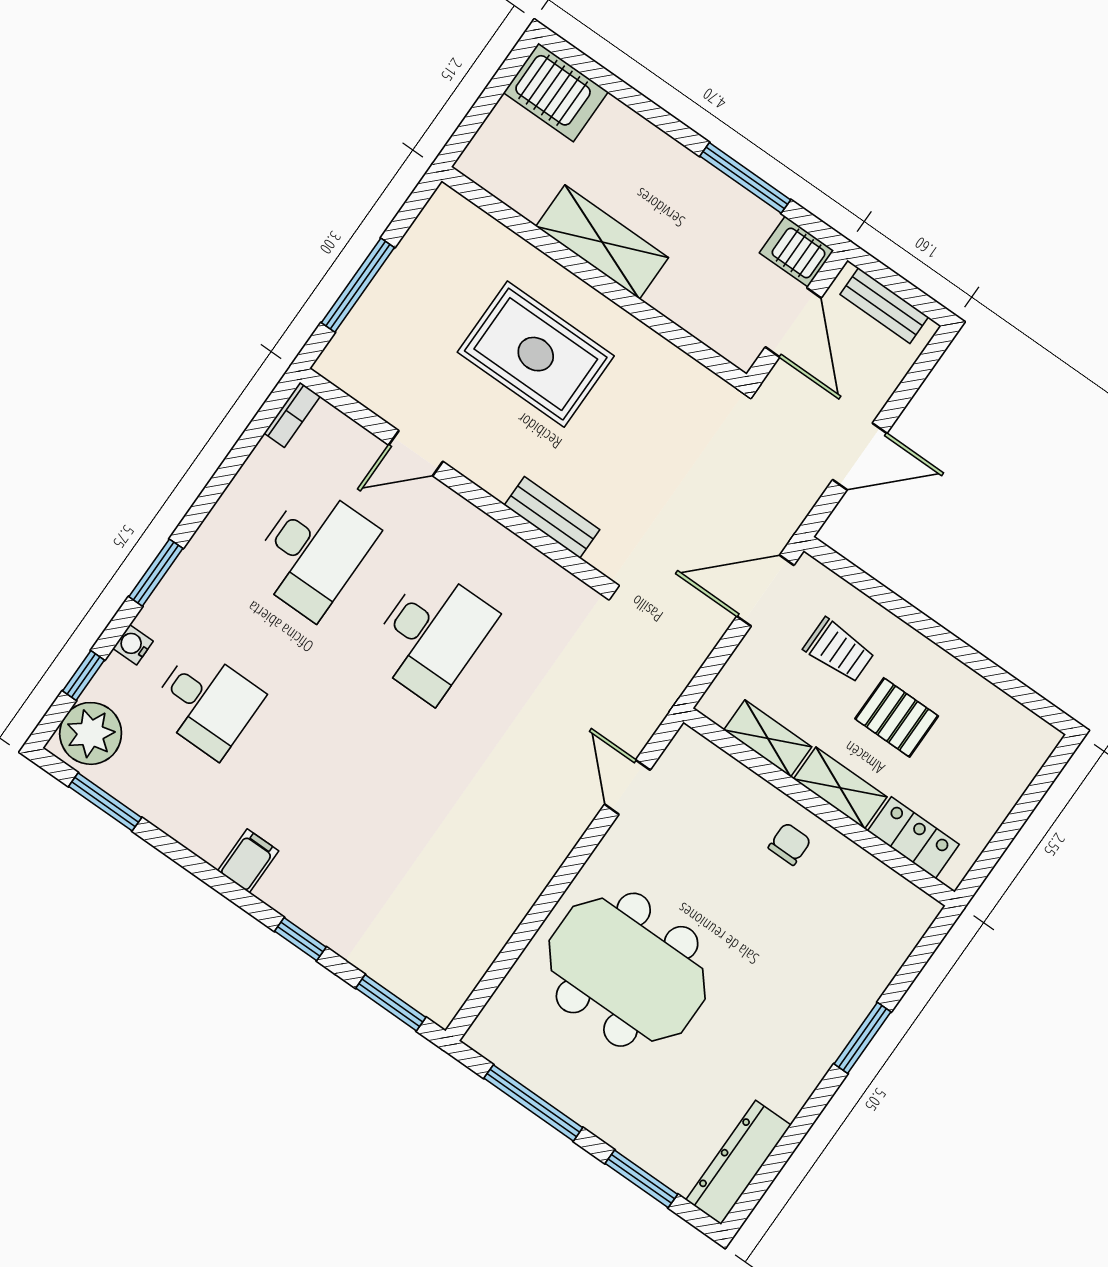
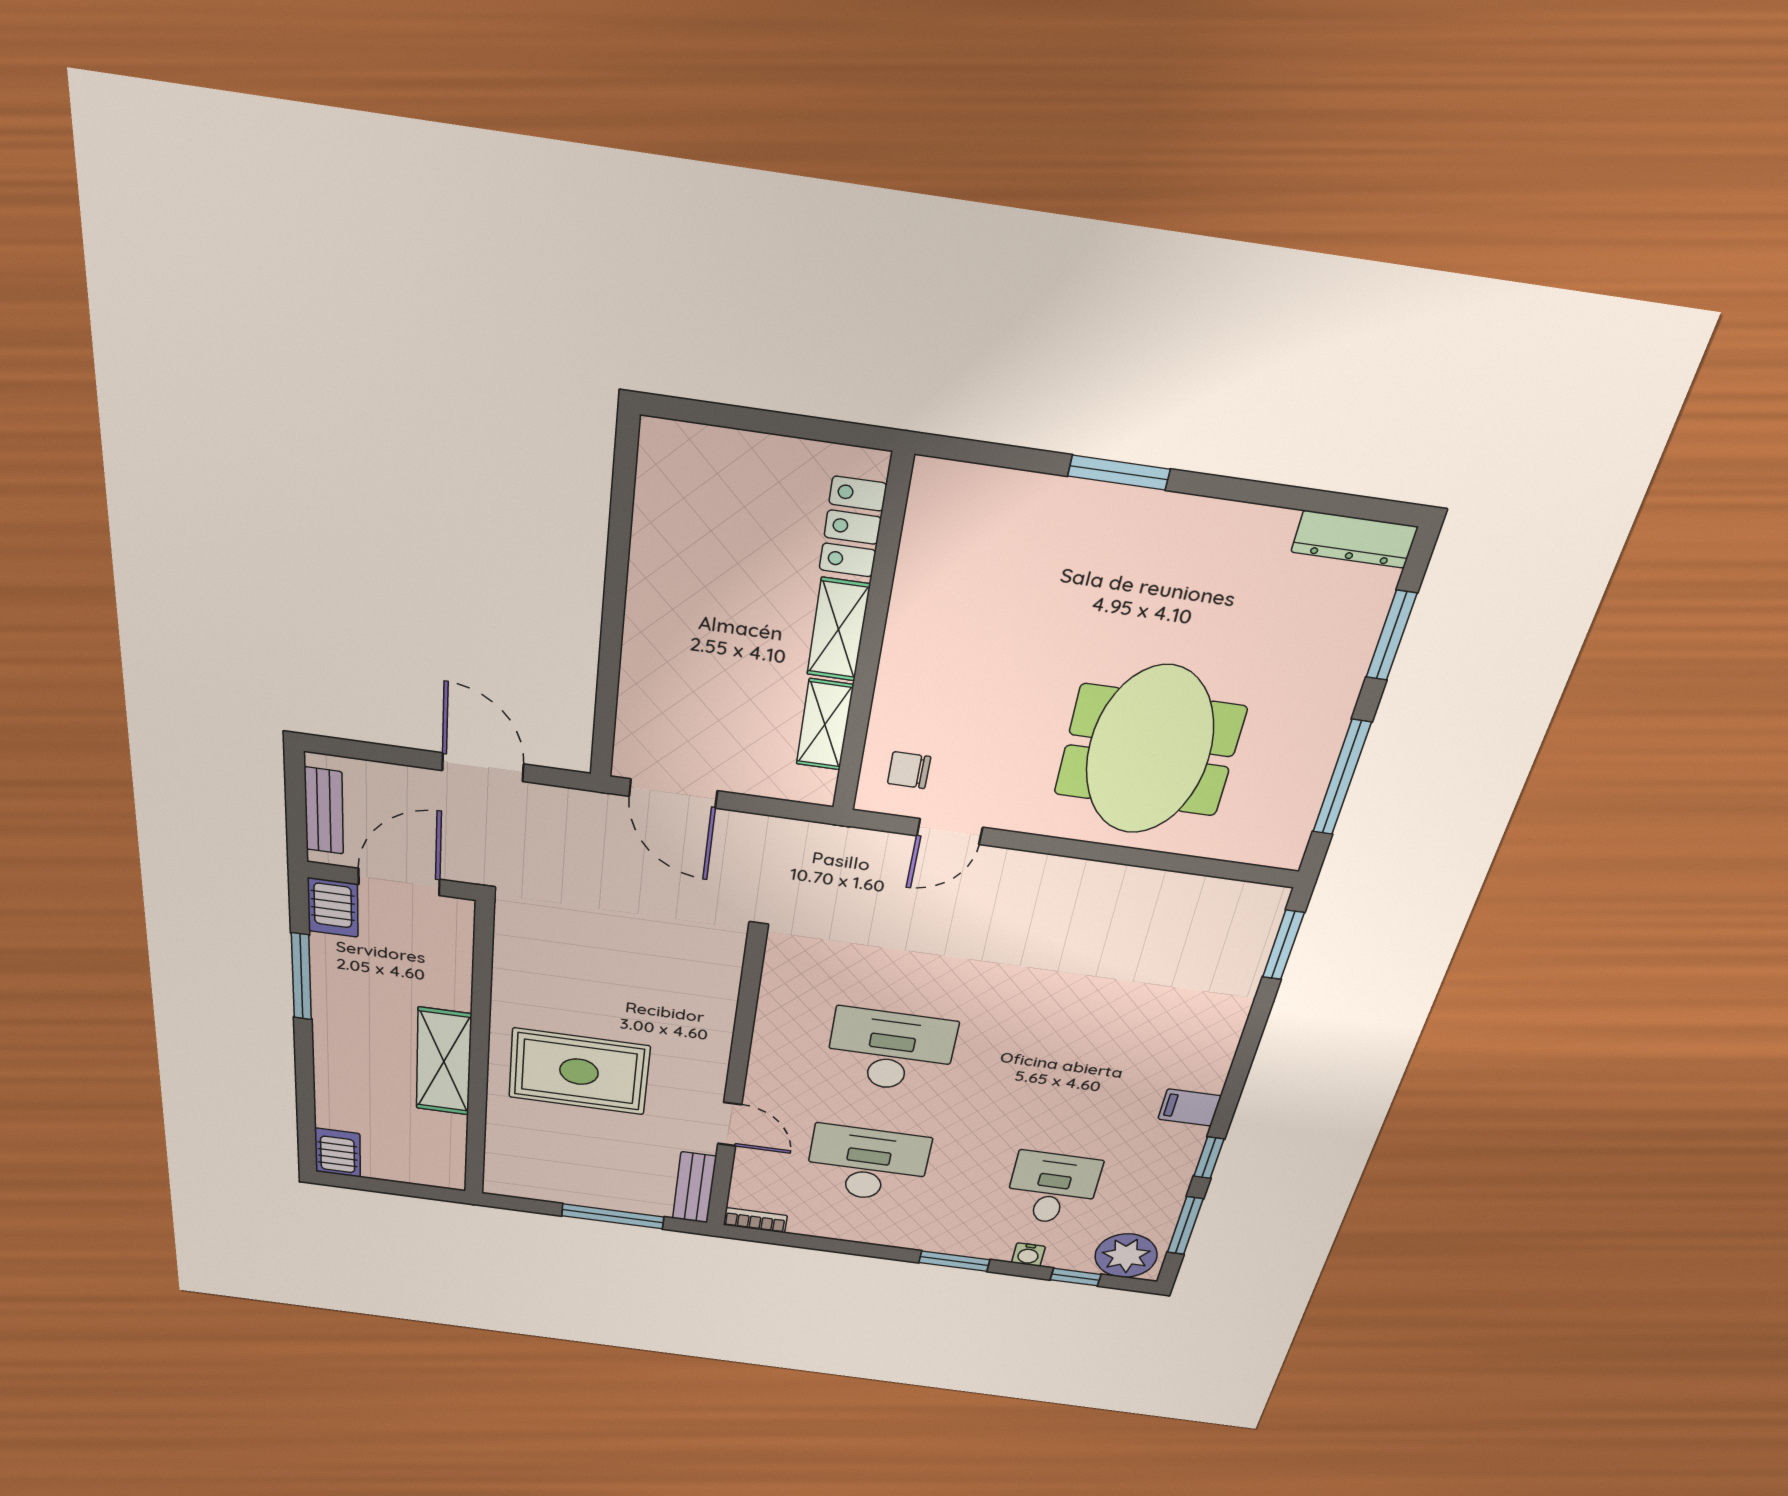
server rack: (556, 92) -> (338, 1153), width x0.73, depth x0.70
rug: (536, 354) -> (579, 1072), turned 90
bench: (552, 517) -> (694, 1188), moved
trolley: (839, 650) -> (691, 698), removed
pallet: (897, 717) -> (728, 608), removed
chair: (790, 844) -> (909, 770), moved
window: (300, 939) -> (1209, 1158), moved
dresser: (738, 1162) -> (1354, 539), width x0.73, depth x0.80

